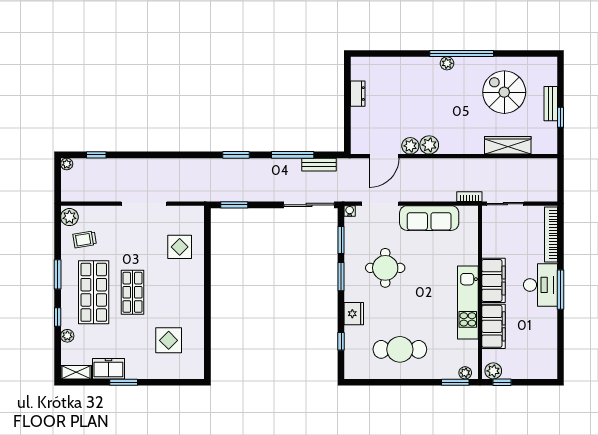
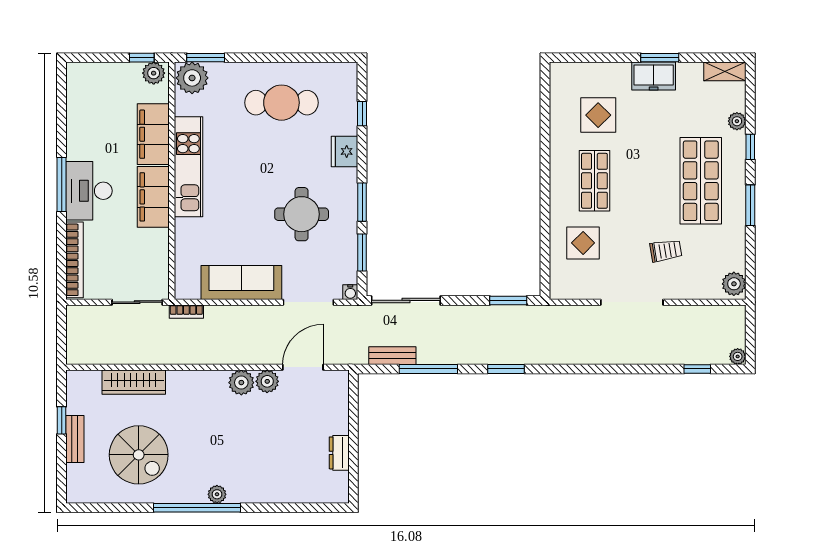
trolley: (85, 239) -> (666, 251), moved
shop shelf: (133, 292) -> (594, 181), moved
freezer: (108, 369) -> (654, 76), moved
plant: (465, 373) -> (192, 78), width x1.87, depth x1.87

